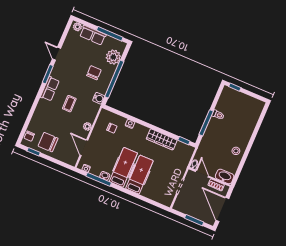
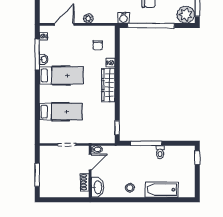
plant: (113, 57) -> (186, 15), moved
bathtub: (248, 126) -> (162, 190), added
wardrobe: (162, 139) -> (108, 85), moved
hospital bed: (139, 175) -> (61, 112), moved
door: (222, 209) -> (61, 200), removed

